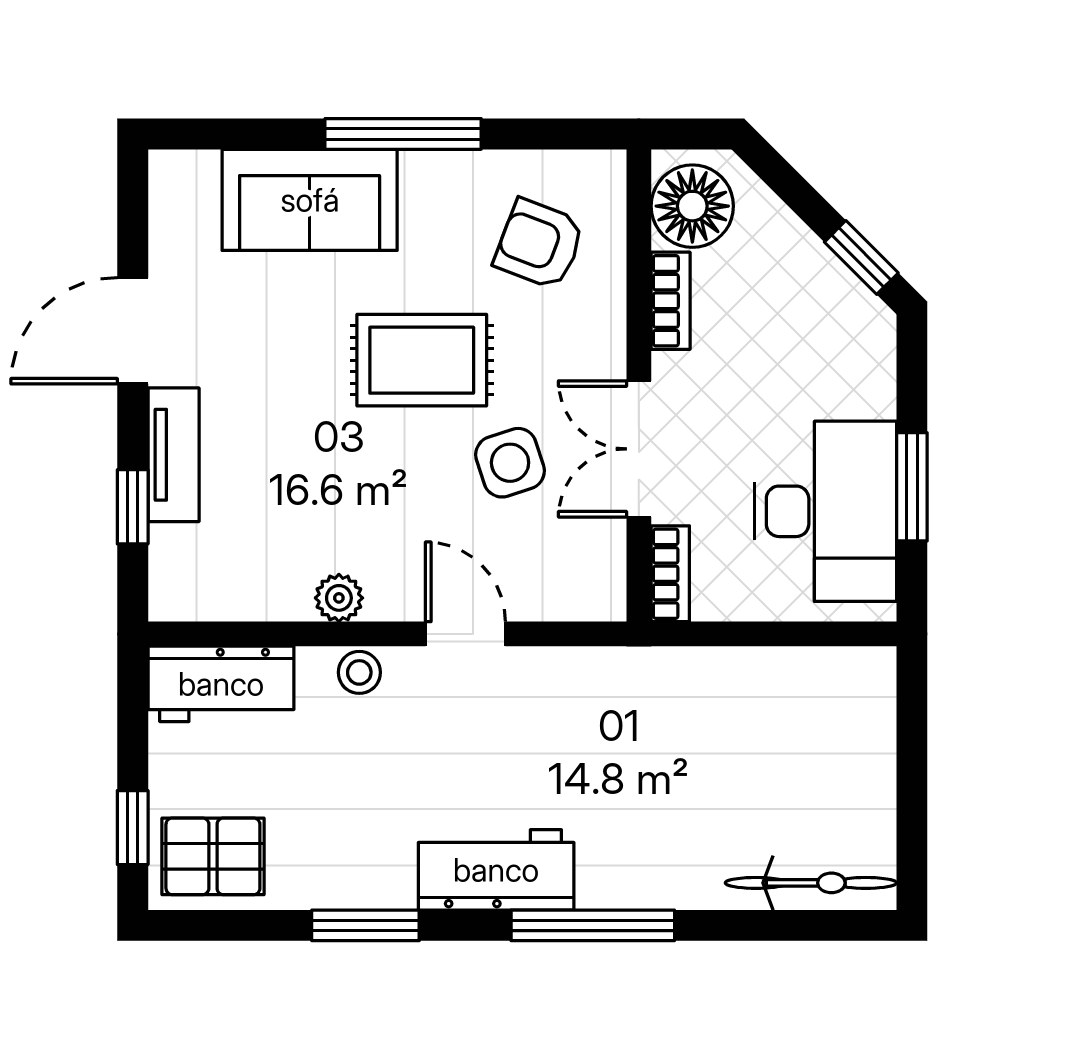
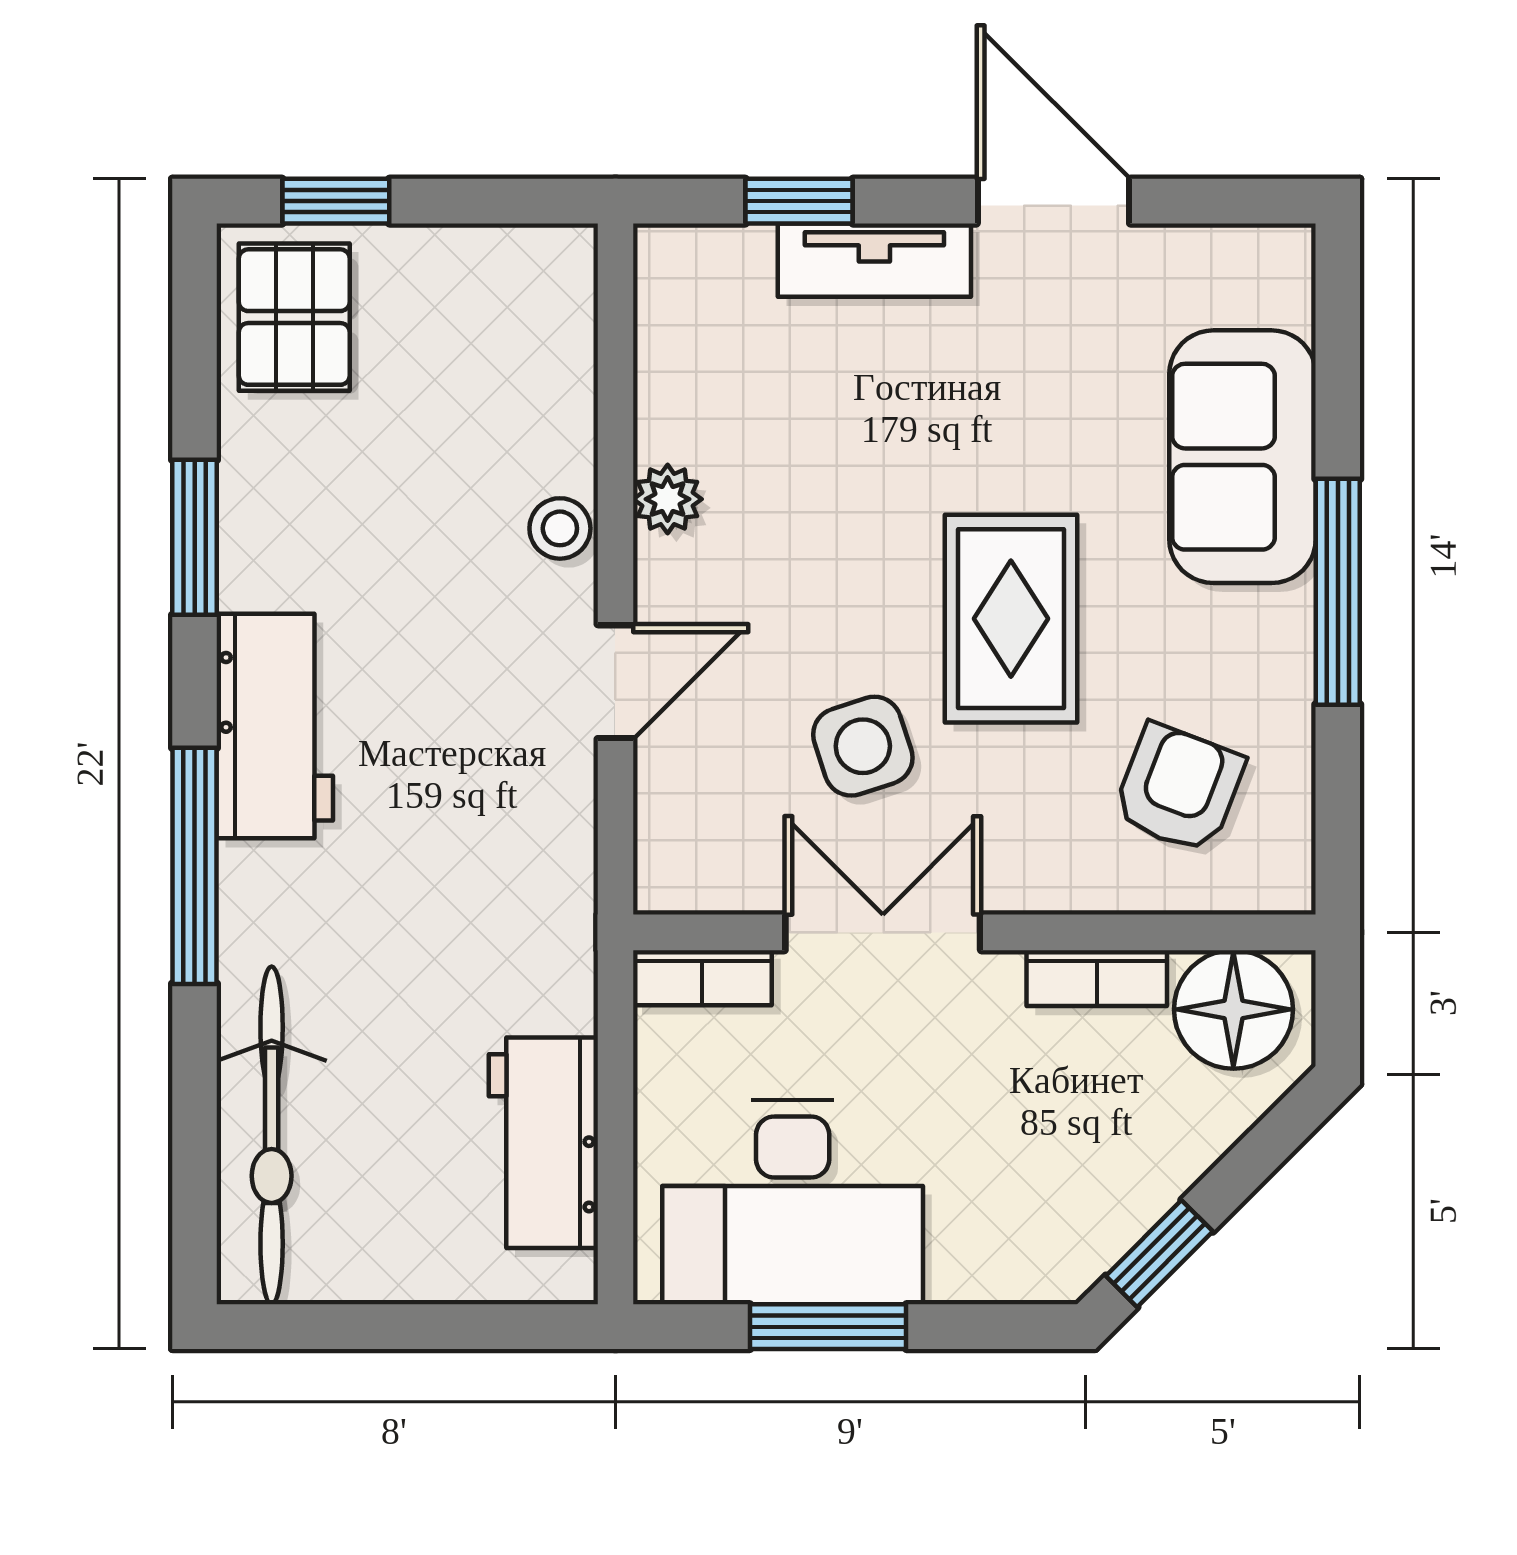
workbench: (221, 684) -> (543, 1143), moved
bicycle: (811, 883) -> (272, 1135), width x1.37, depth x1.40

